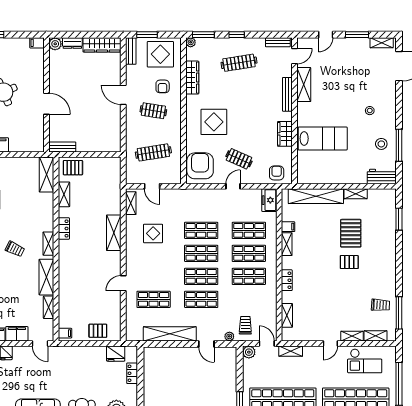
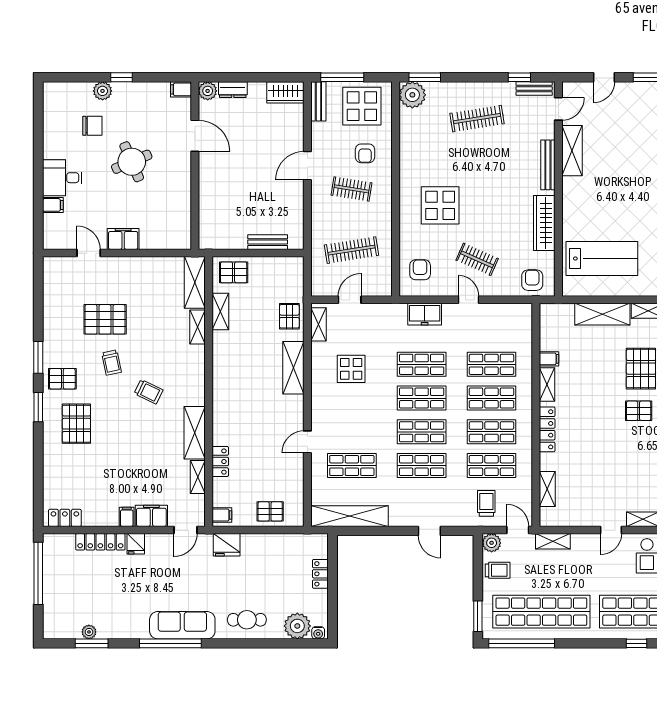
window: (147, 35) -> (342, 77), width x1.44
window: (237, 35) -> (519, 77), moved
plant: (191, 42) -> (412, 95), width x1.87, depth x1.87
wardrobe: (102, 45) -> (285, 92), width x0.67
wardrobe: (192, 78) -> (409, 140), removed
door: (123, 95) -> (307, 166), hinge flipped
door: (46, 104) -> (195, 136), moved
wardrobe: (285, 134) -> (544, 223), width x1.50
lab bench: (323, 139) -> (602, 258), moved
bench: (62, 147) -> (268, 242), moved
armchair: (200, 166) -> (420, 270), width x0.53, depth x0.53
door: (152, 186) -> (350, 300), swing flipped
door: (233, 186) -> (468, 300), hinge flipped
shelving: (316, 196) -> (602, 314), width x0.68
pallet: (111, 198) -> (289, 316), added
freezer: (269, 200) -> (425, 314), moved, turned -90
locker: (64, 228) -> (220, 462), moved
shelving: (48, 244) -> (198, 327), moved
locker: (287, 280) -> (547, 429), width x1.53
shop shelf: (249, 299) -> (491, 465), added
shelving: (170, 334) -> (349, 516), moved
plant: (229, 336) -> (463, 520), removed
door: (40, 343) -> (185, 530), hinge flipped
fridge: (116, 354) -> (227, 545), moved
trolley: (253, 371) -> (498, 570), added

